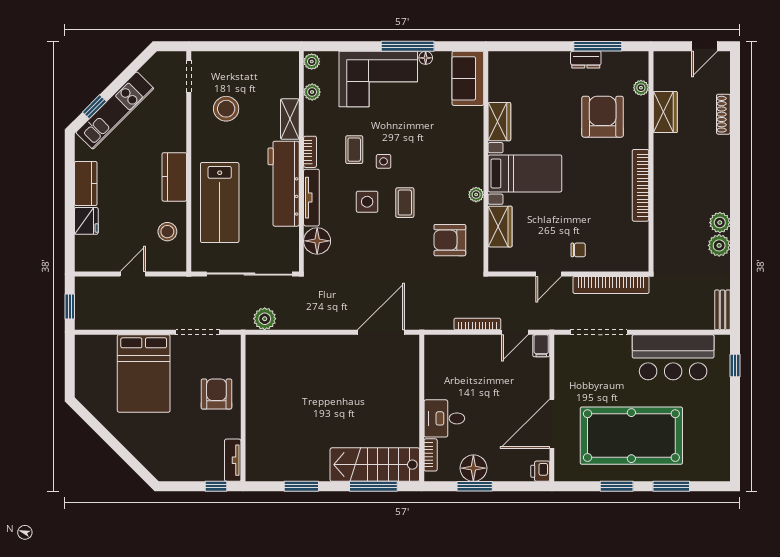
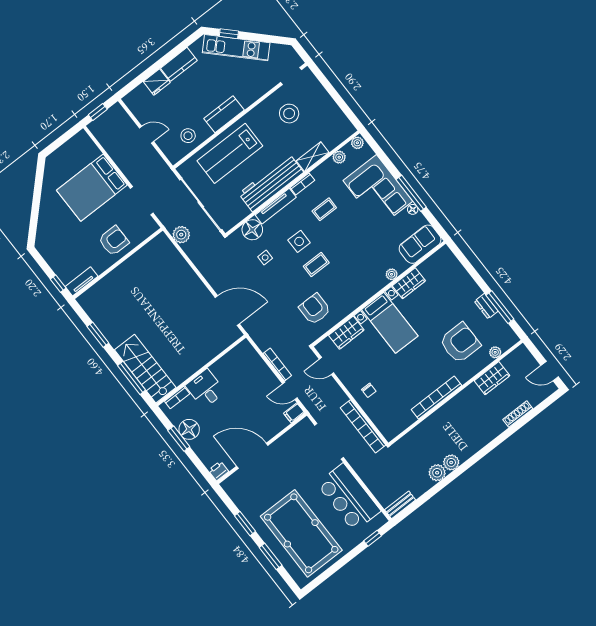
side table: (384, 161) -> (265, 258), moved
plant: (476, 195) -> (392, 274), moved
door: (549, 274) -> (327, 366), moved
pool table: (631, 436) -> (301, 533), moved

